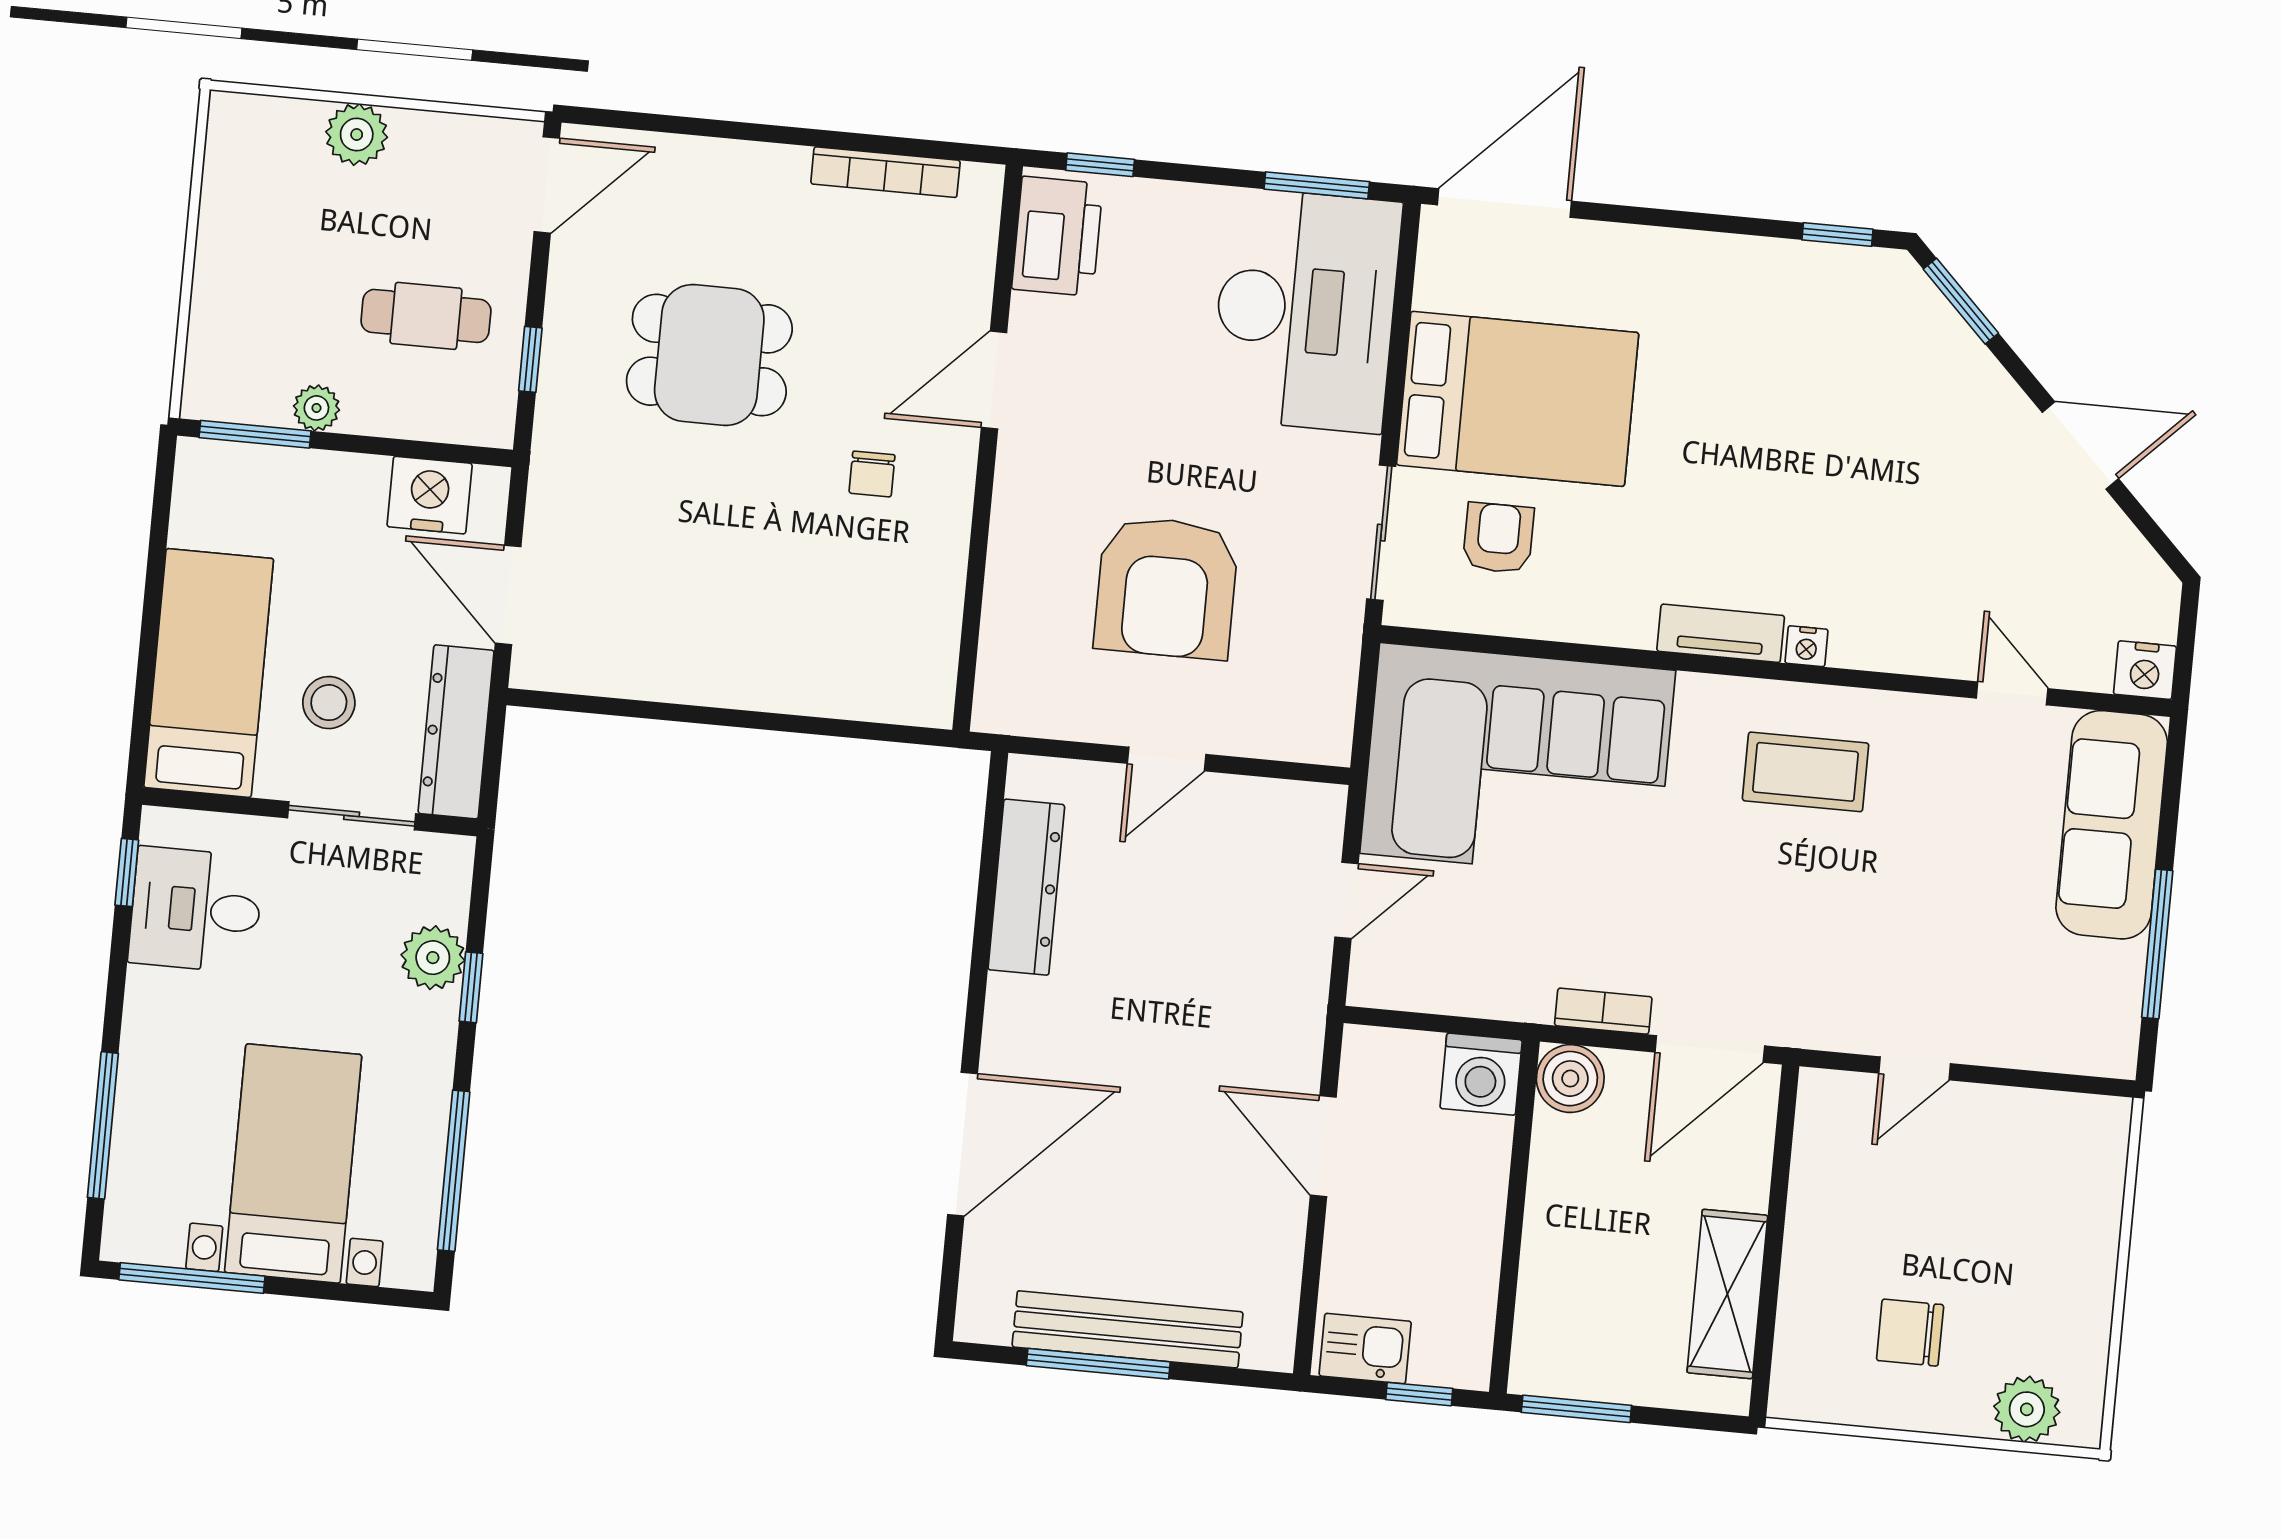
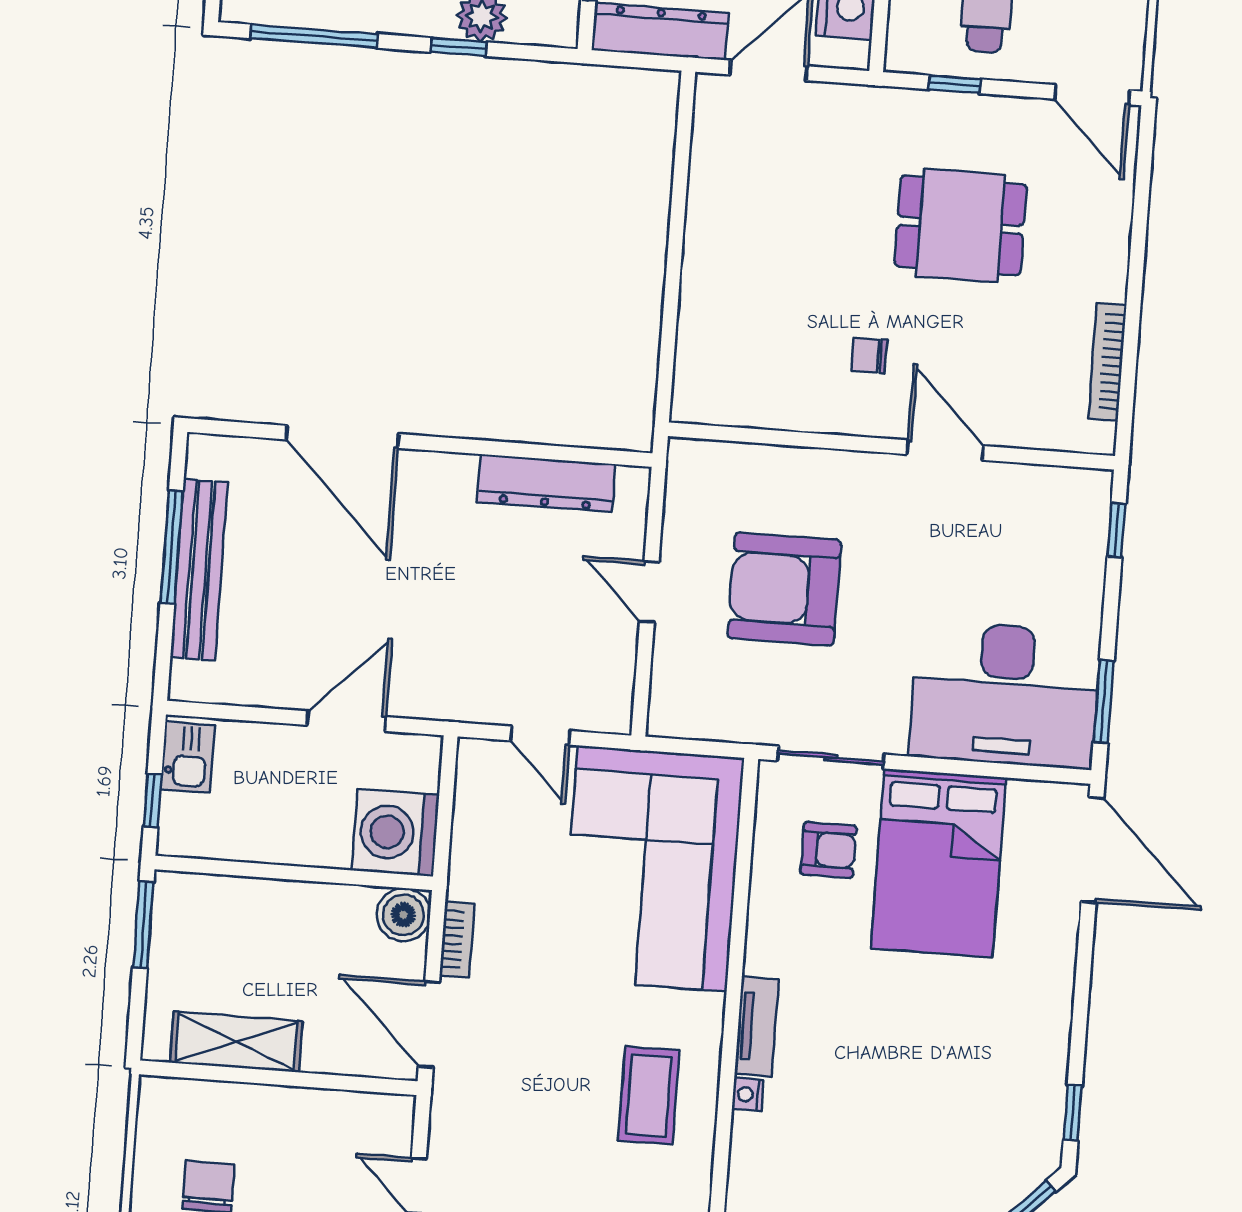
printer: (1057, 236) -> (1059, 498), removed
dining table: (709, 355) -> (961, 225), turned 90
washing machine: (1481, 1074) -> (395, 833), width x1.37, depth x1.37

